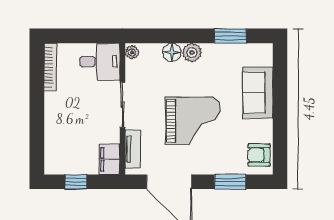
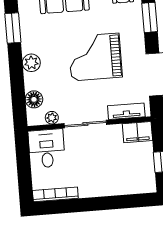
plant: (132, 52) -> (52, 118), moved
floor lamp: (172, 52) -> (34, 99), moved
grand piano: (193, 121) -> (95, 57), turned -90

